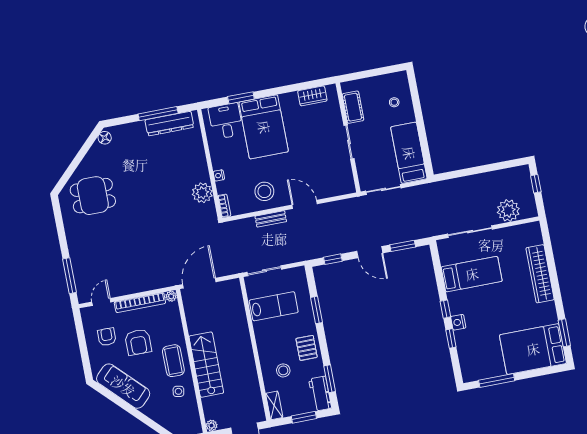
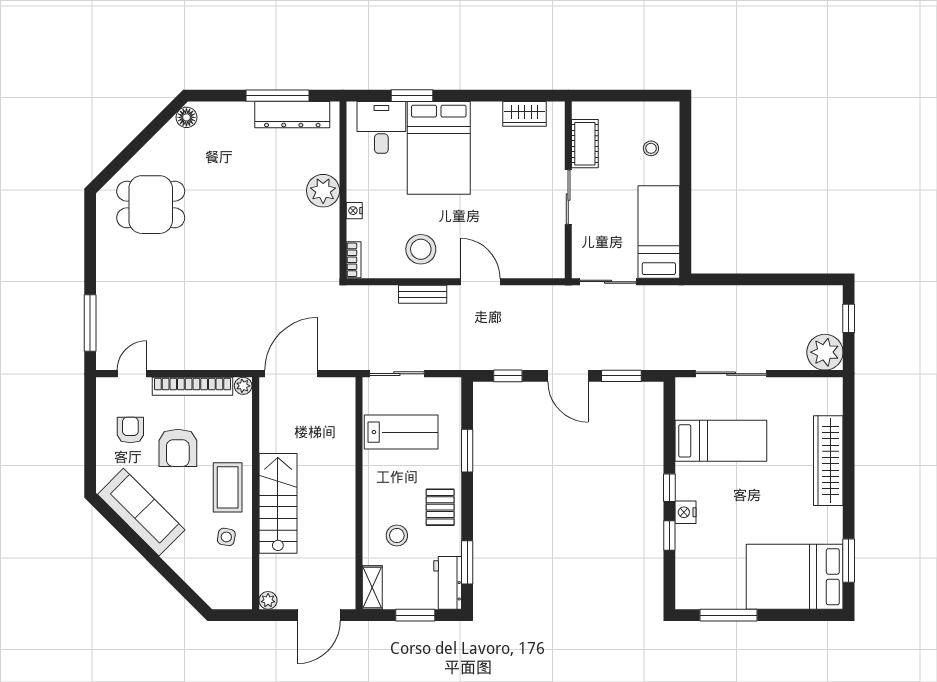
plant: (202, 193) -> (323, 191), moved
plant: (508, 211) -> (825, 352), moved

